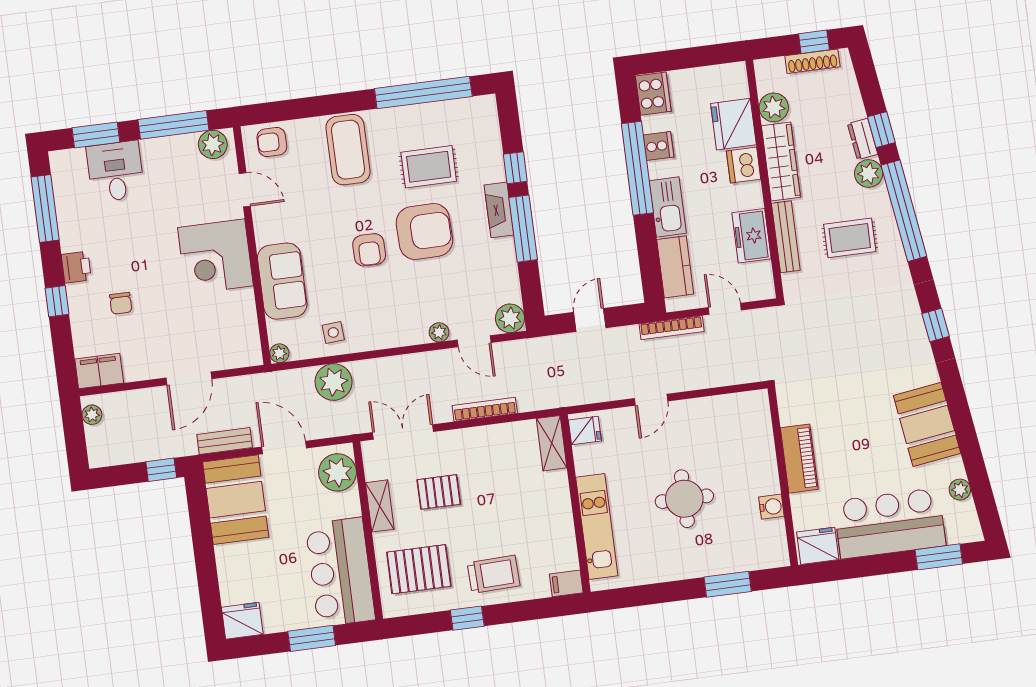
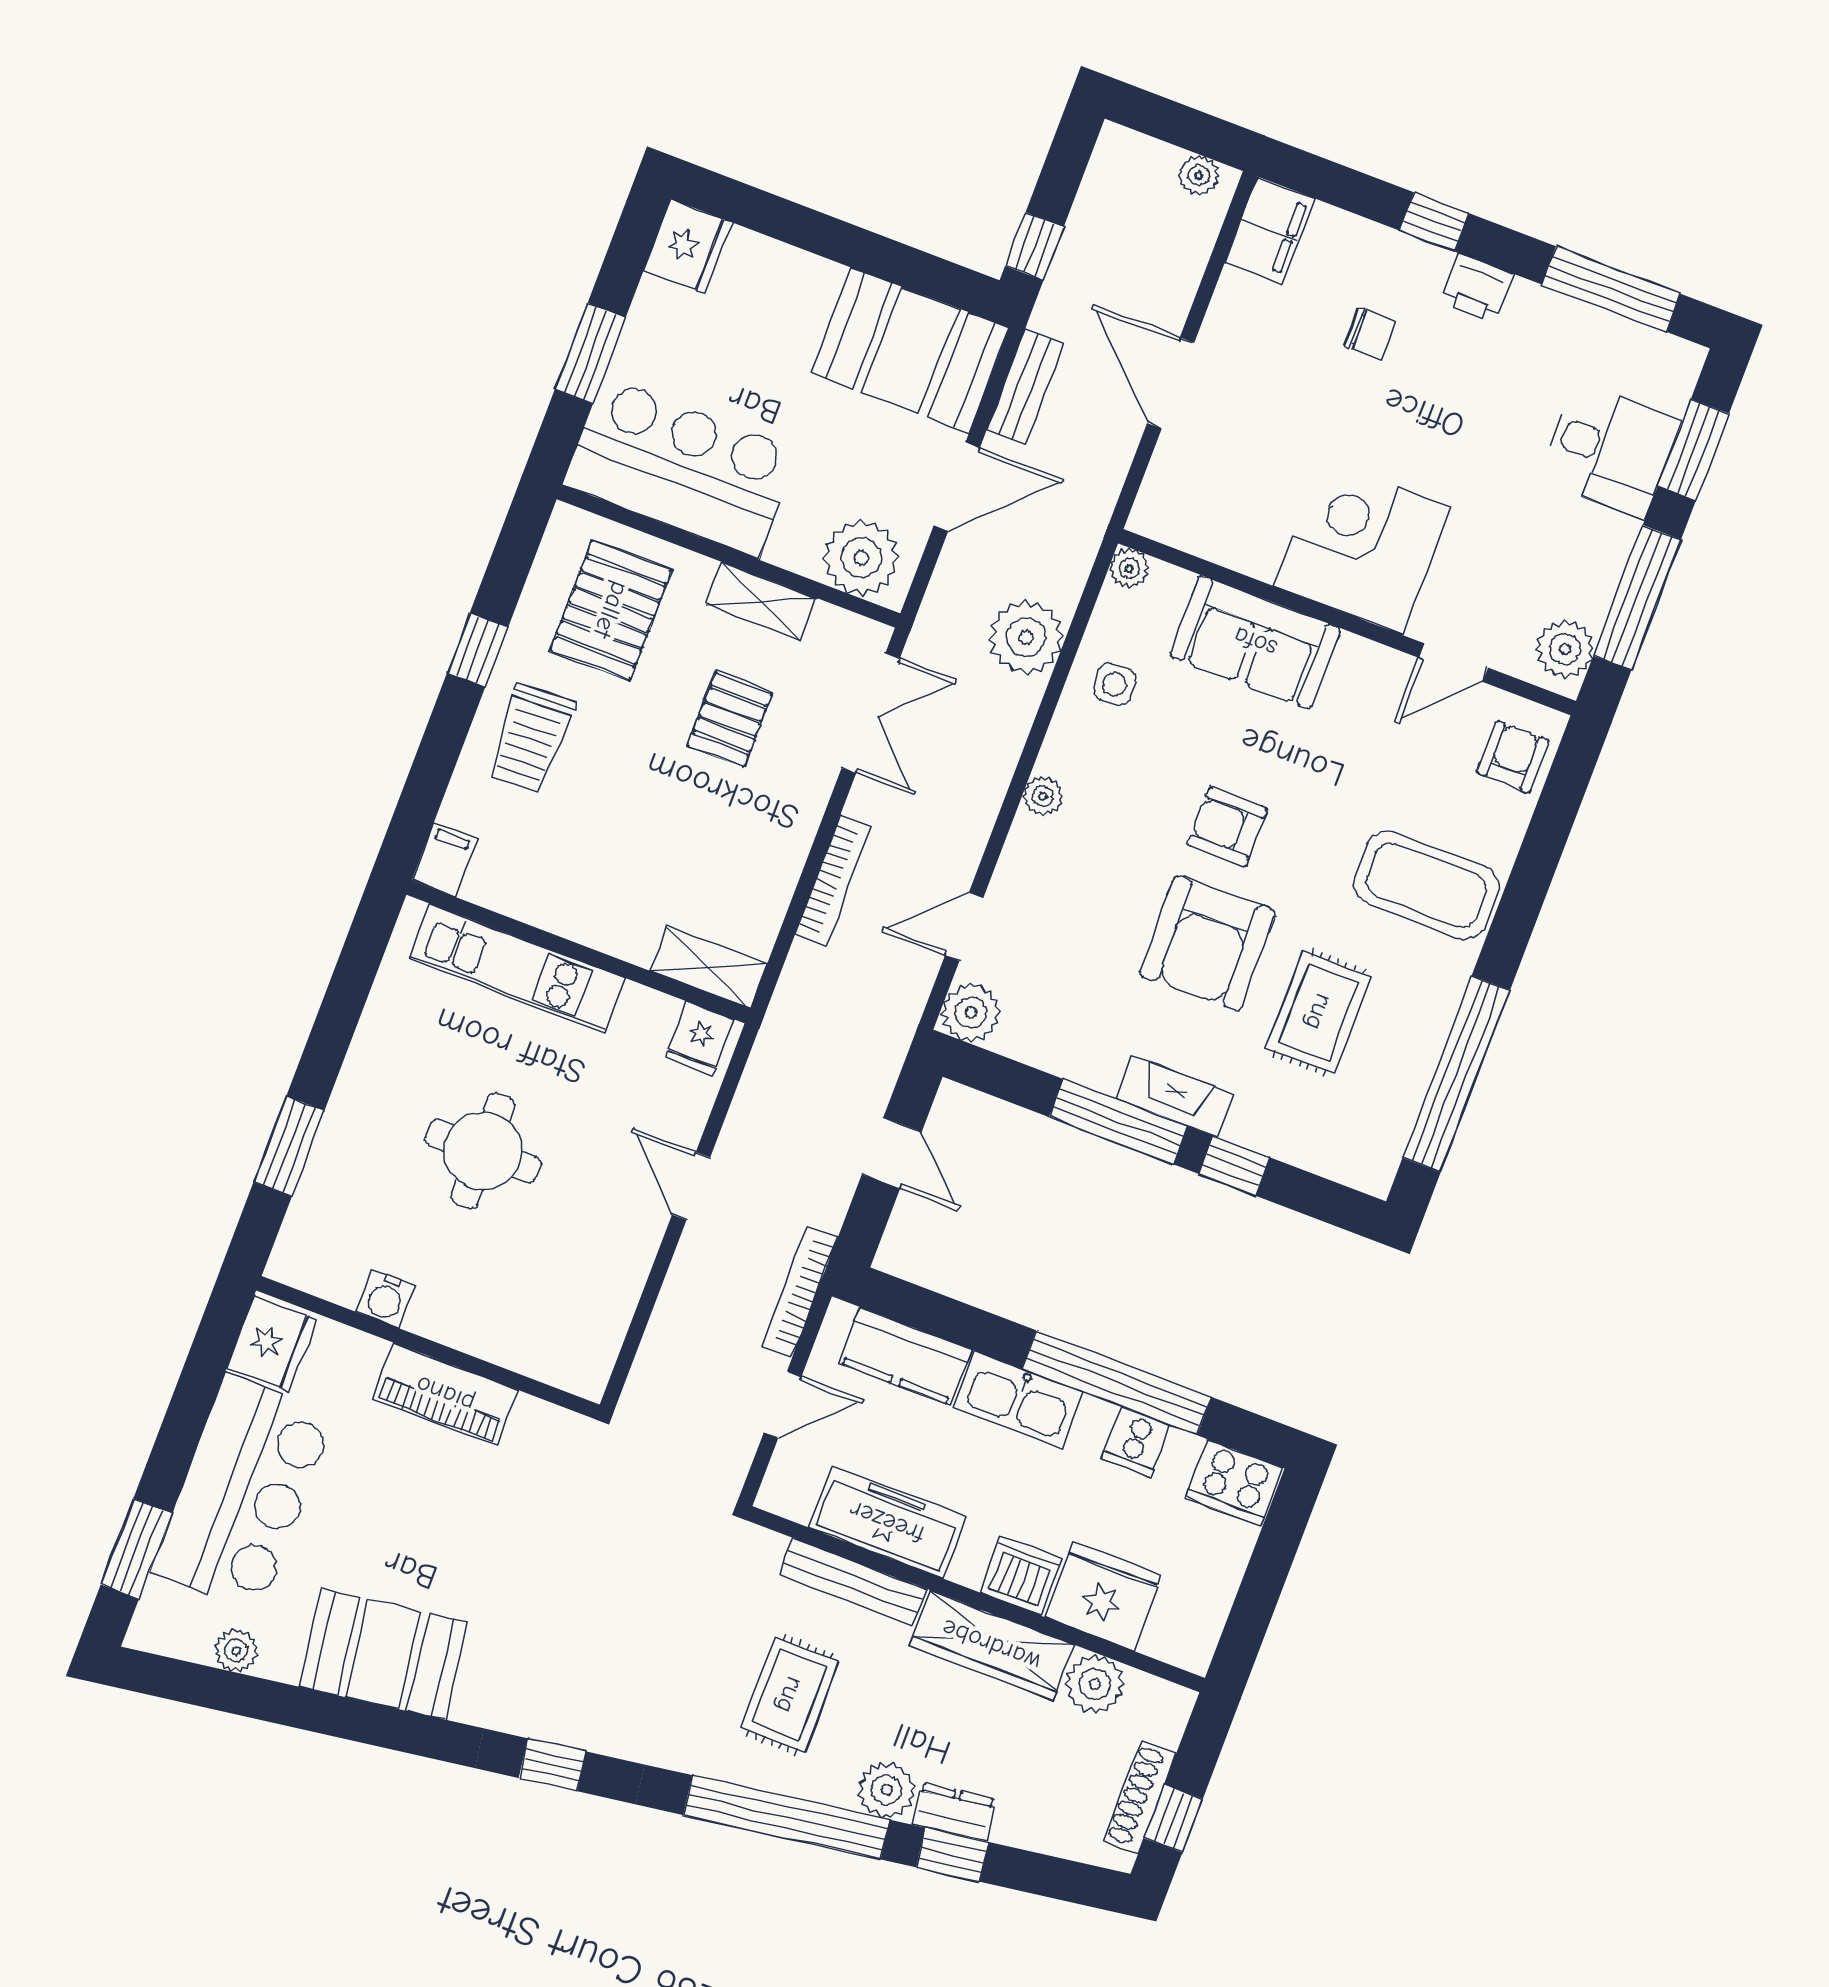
freezer: (751, 236) -> (887, 1522), width x1.40
chair: (121, 303) -> (1370, 333), turned 180
plant: (439, 332) -> (1043, 796), moved

